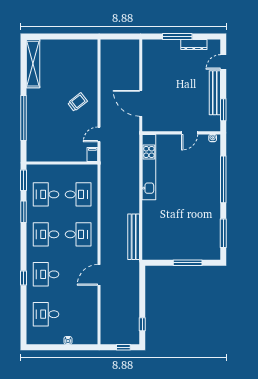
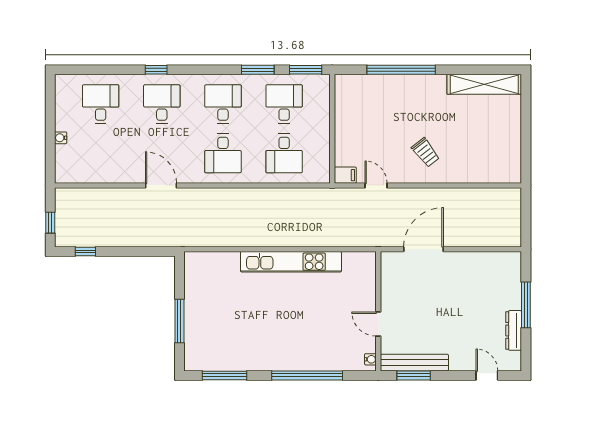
bench: (215, 93) -> (414, 363), moved
kitchen unit: (149, 167) -> (291, 262), moved
bench: (134, 237) -> (219, 238), removed

